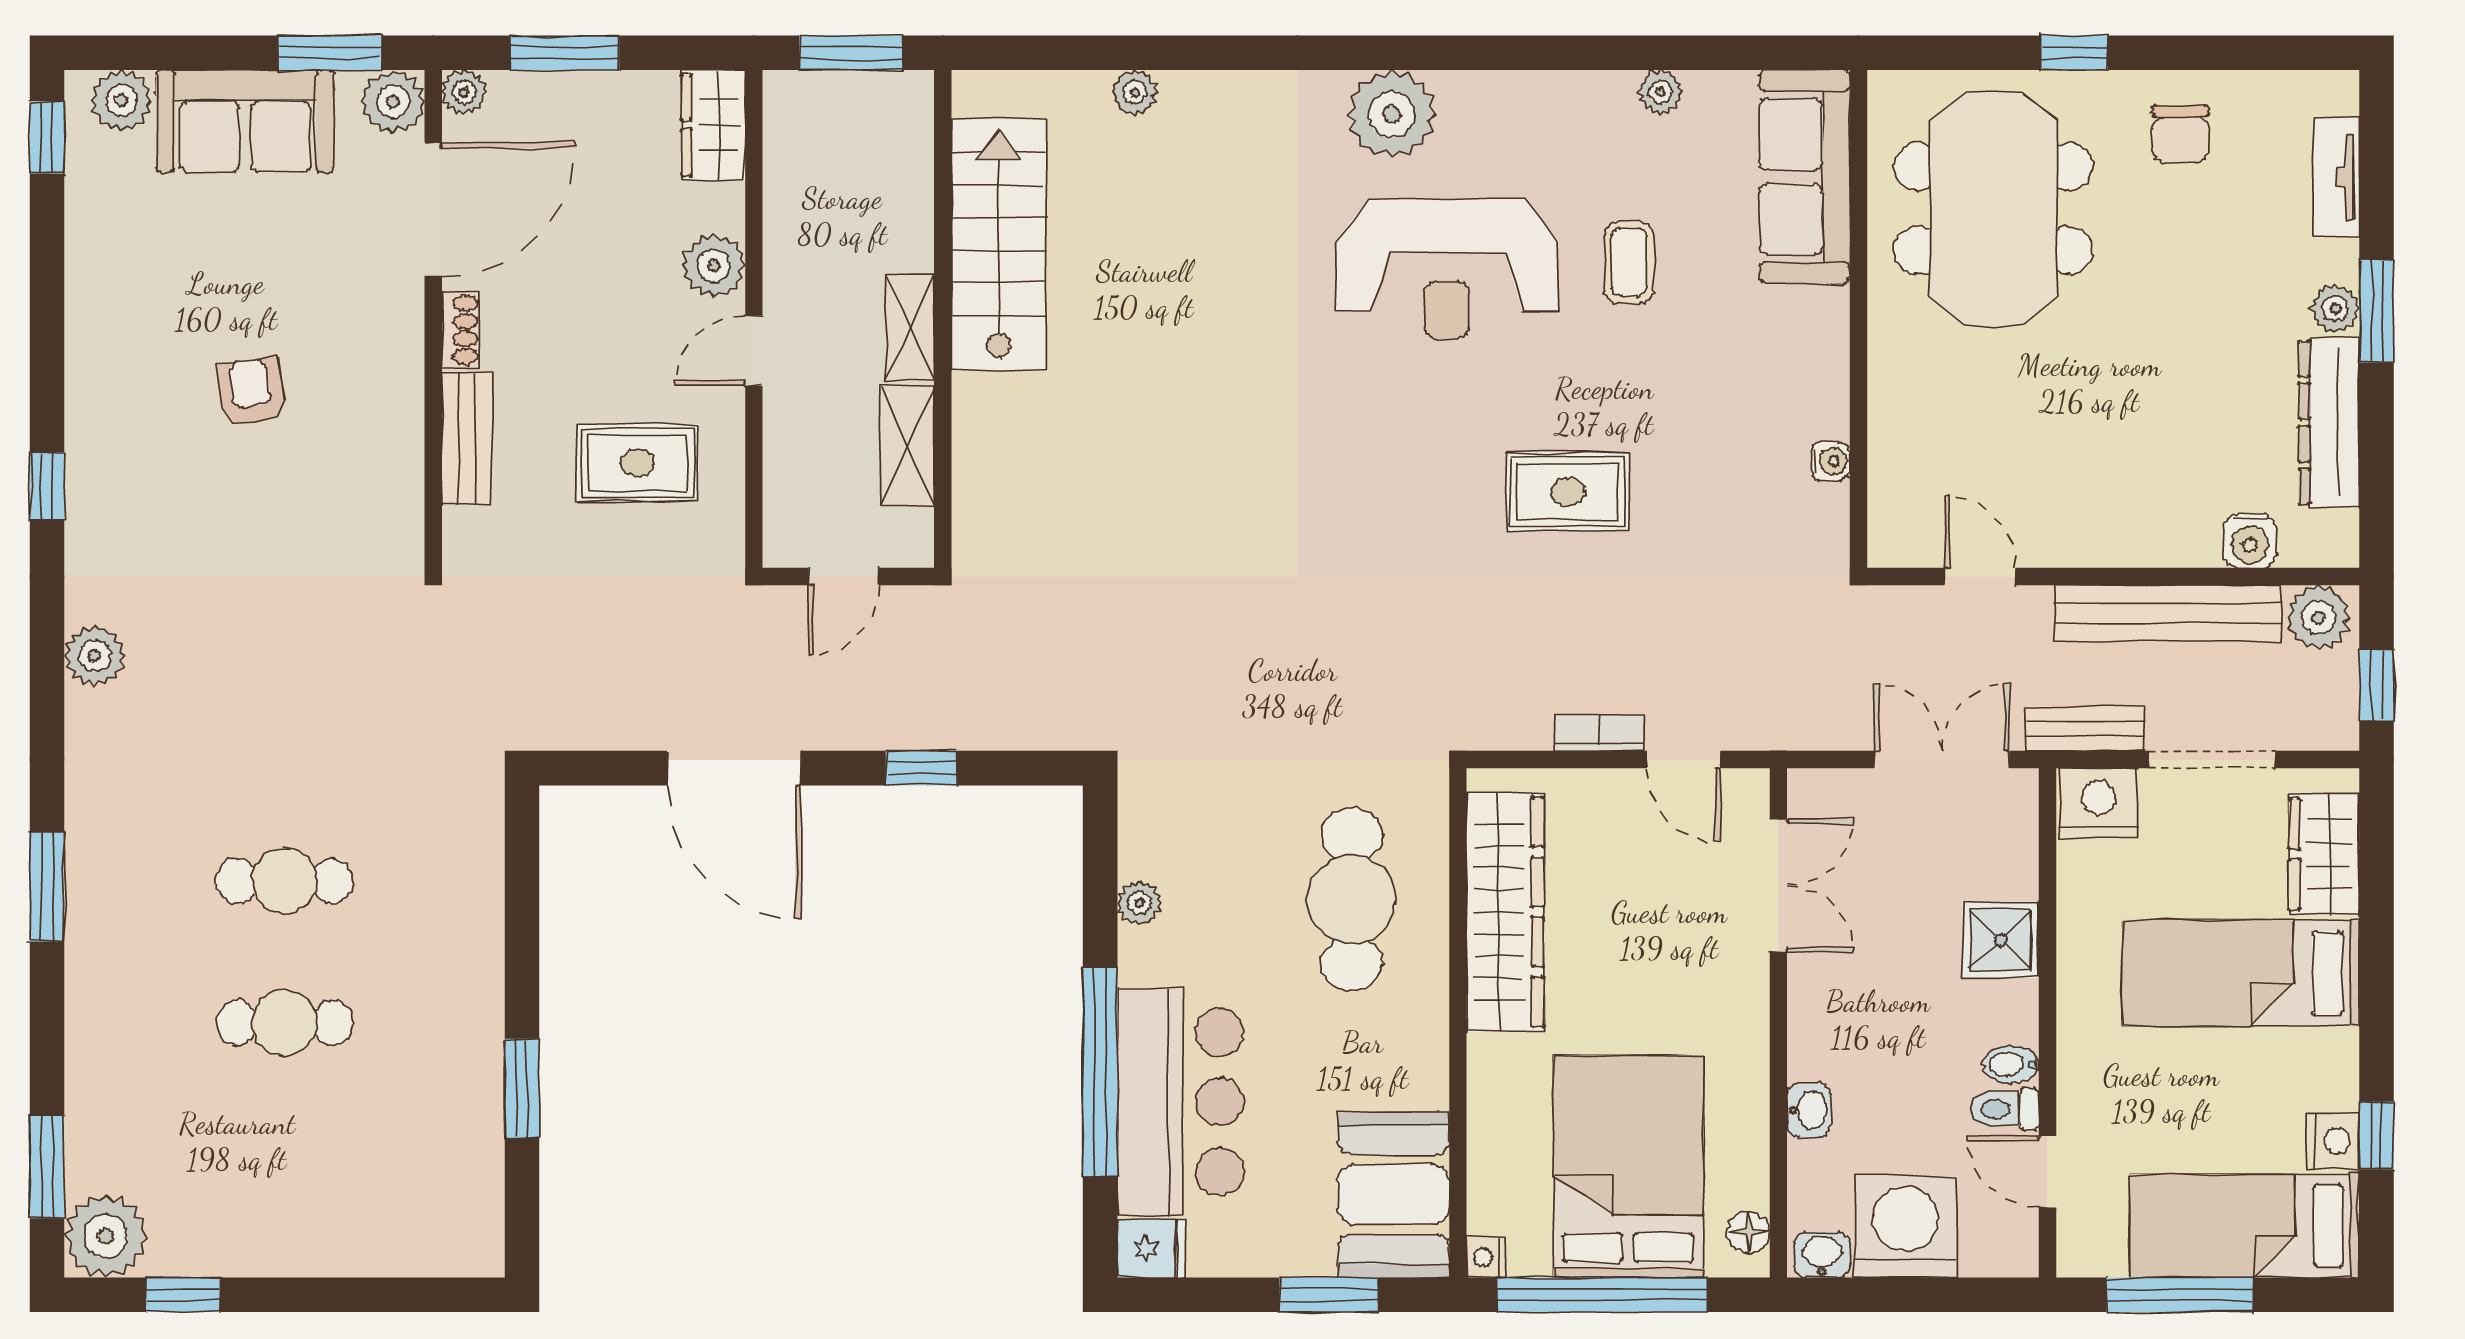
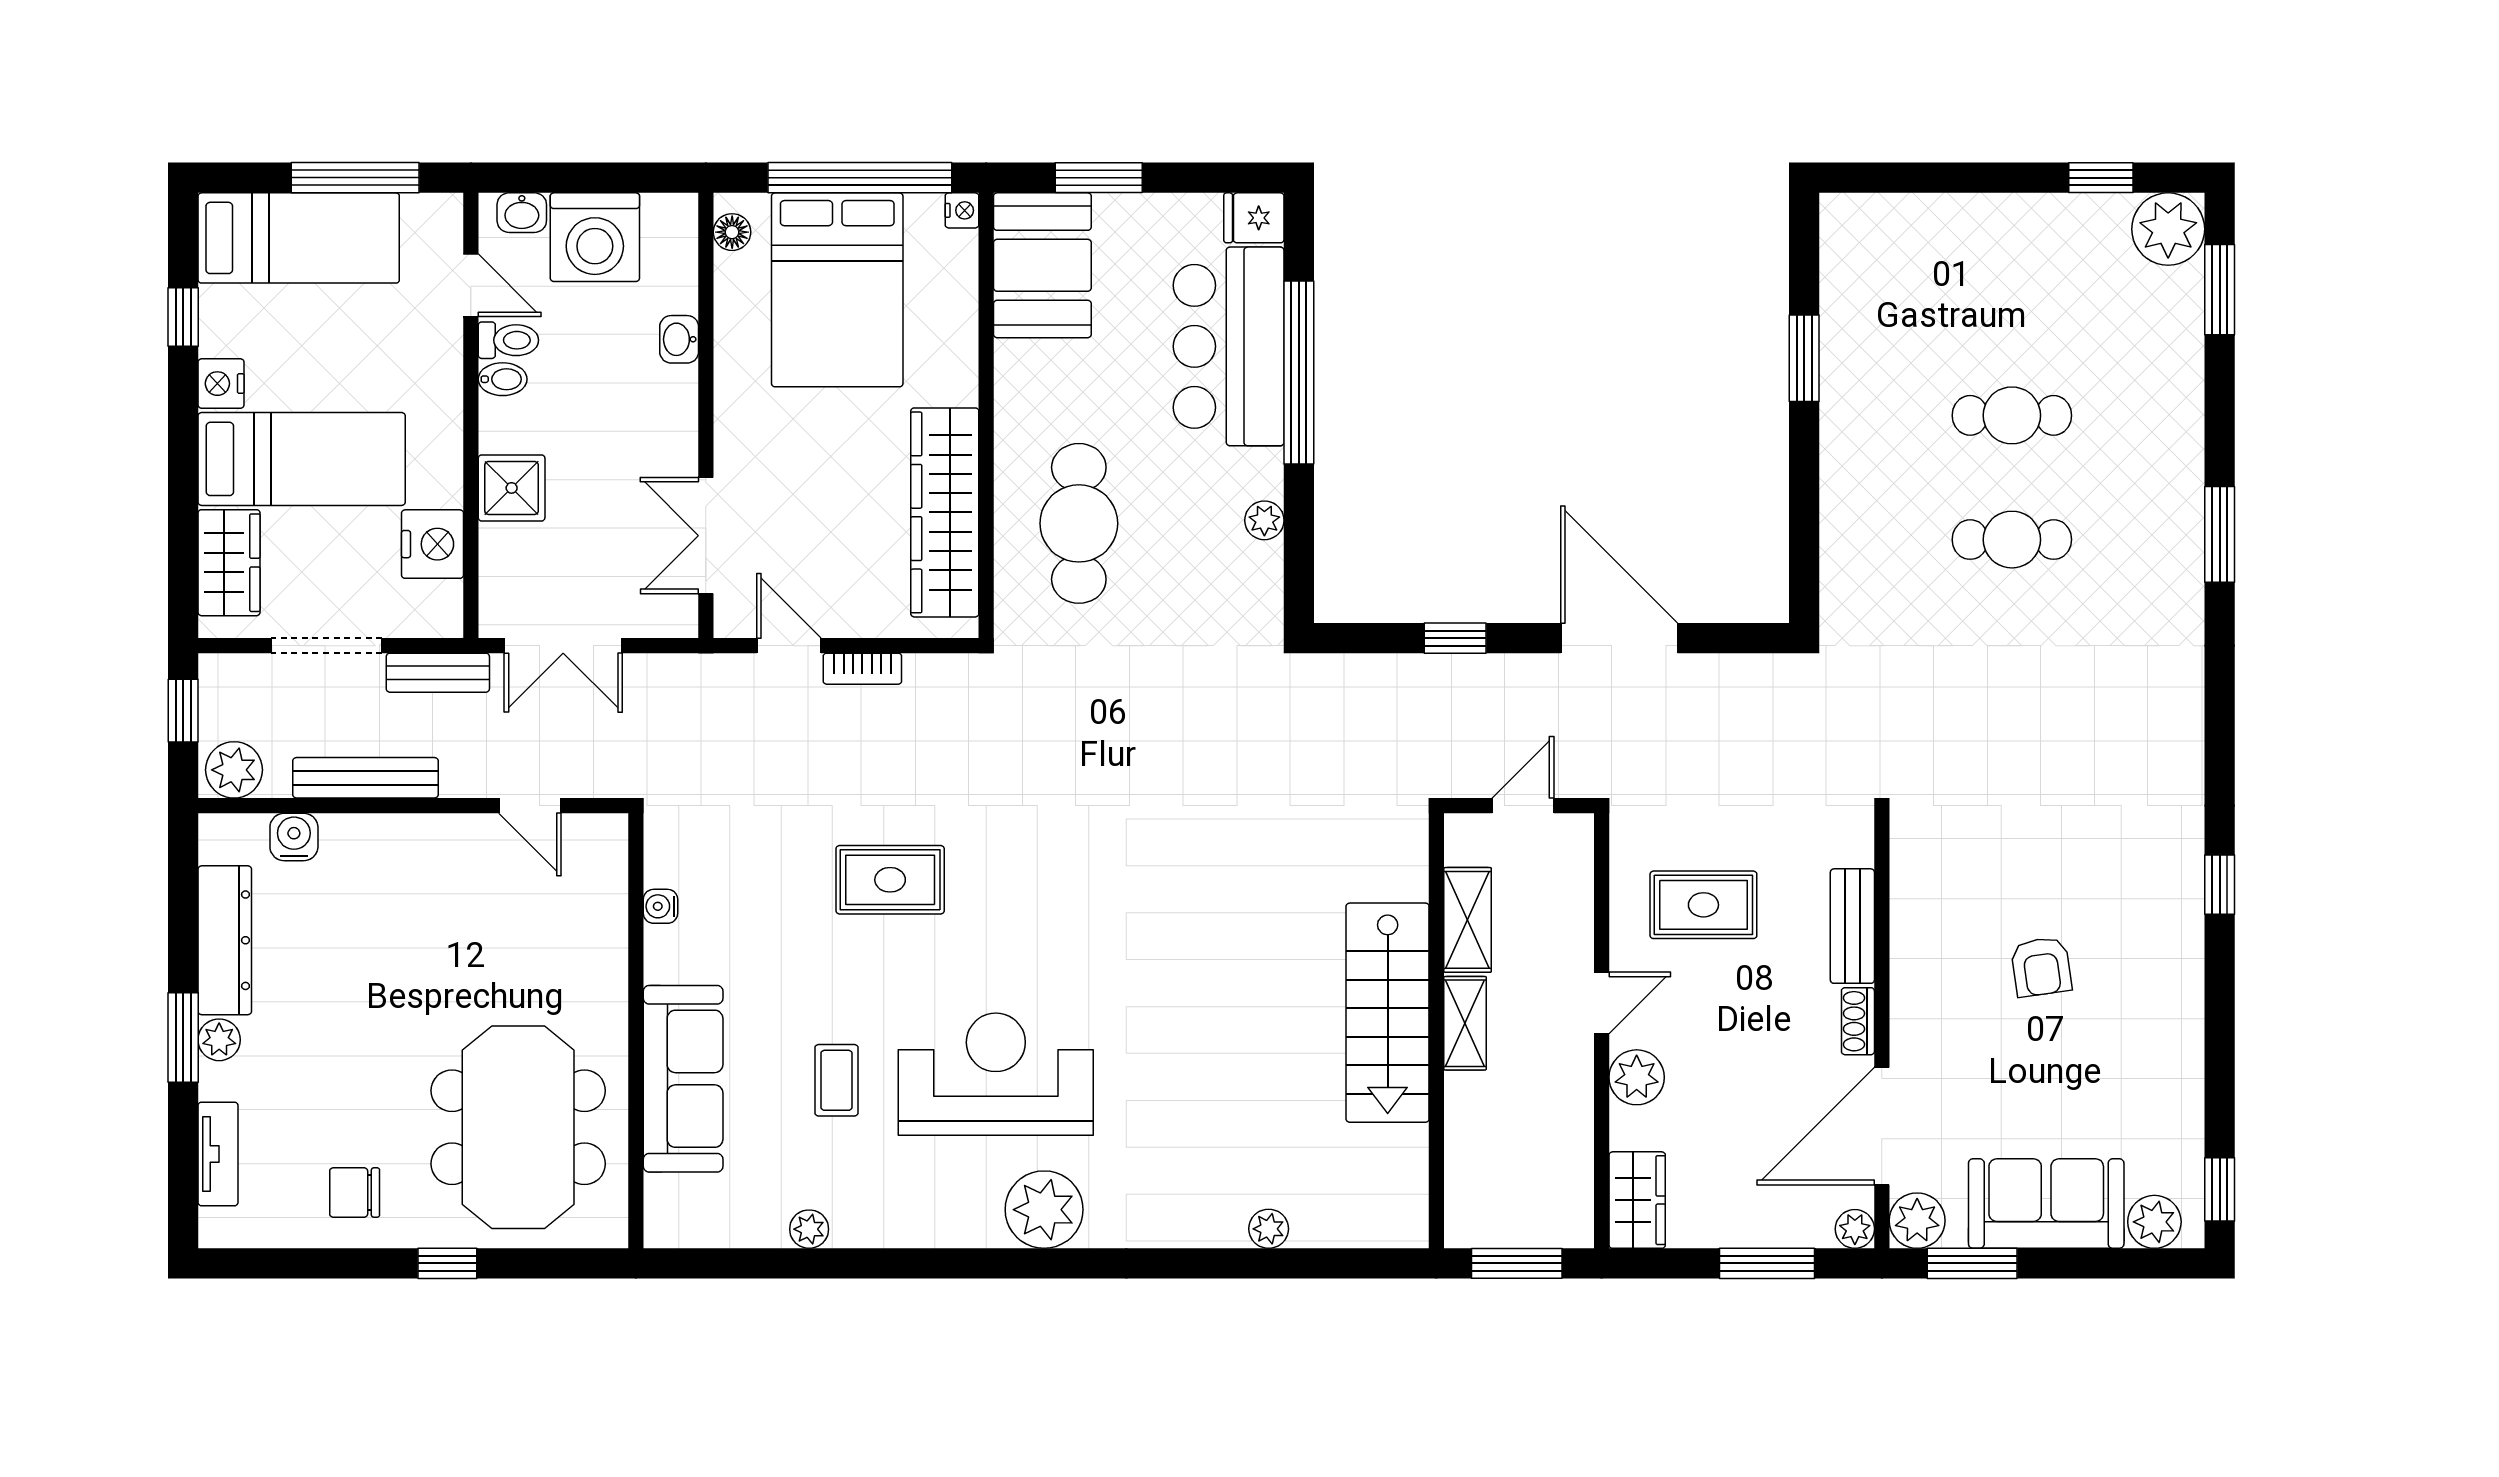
chair: (2180, 134) -> (355, 1192), turned -90
sofa: (1805, 177) -> (683, 1079), moved
stairs: (999, 245) -> (1388, 1013), moved
bench: (2168, 613) -> (366, 778), width x0.73, depth x0.82
plant: (95, 656) -> (2178, 736), removed
nightstand: (2098, 803) -> (433, 544), moved, turned -90
nightstand: (2333, 1141) -> (221, 384), moved
washbasin: (1822, 1255) -> (522, 213), moved

